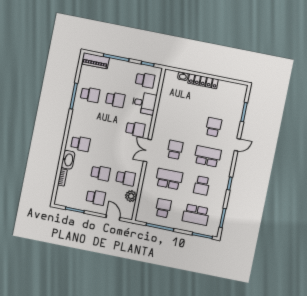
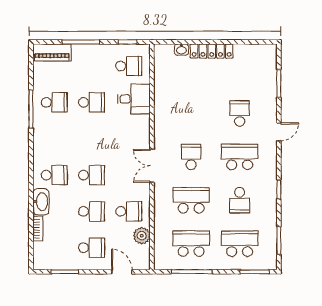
school desk: (135, 129) -> (91, 175), moved
school desk: (163, 208) -> (191, 244), width x1.85
school desk: (196, 215) -> (240, 244), turned 180

